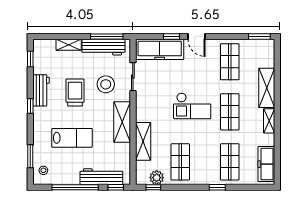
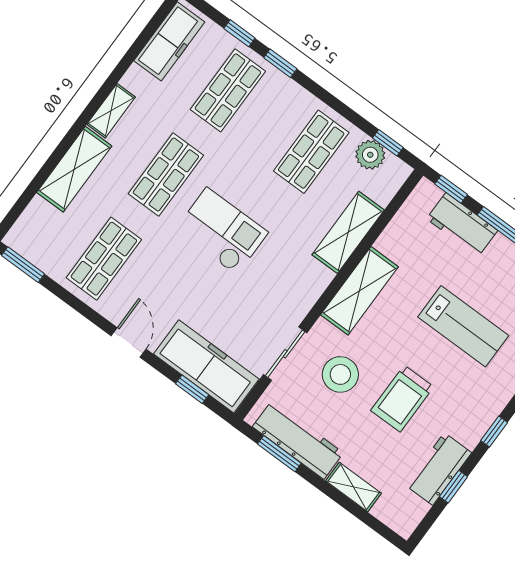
window: (107, 36) -> (279, 454), width x0.69
window: (171, 36) -> (192, 389), moved
window: (30, 59) -> (453, 487), moved
workbench: (41, 90) -> (439, 469), moved
lab bench: (72, 138) -> (463, 326), turned 180
workbench: (101, 177) -> (462, 225), width x0.73
window: (242, 187) -> (239, 33), added

